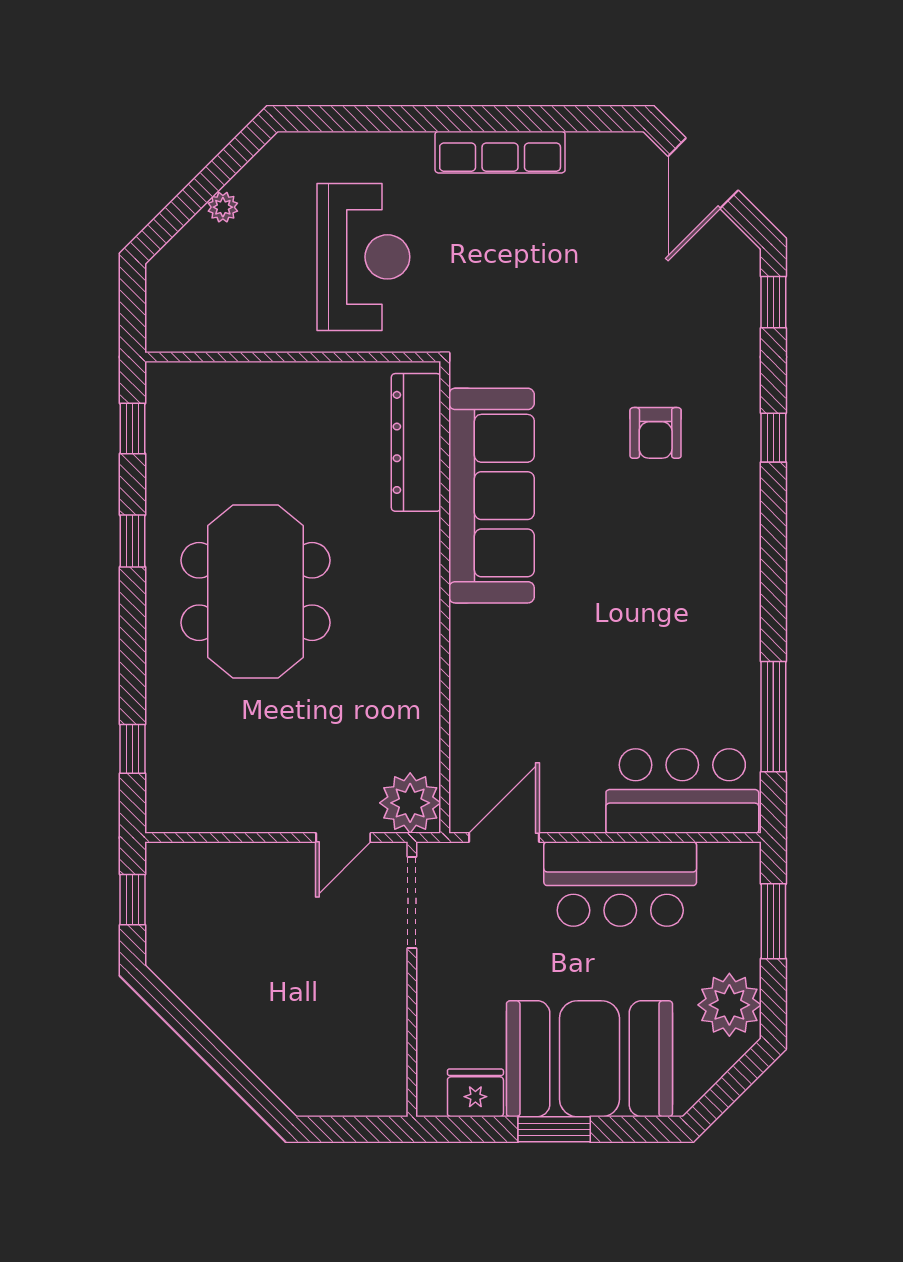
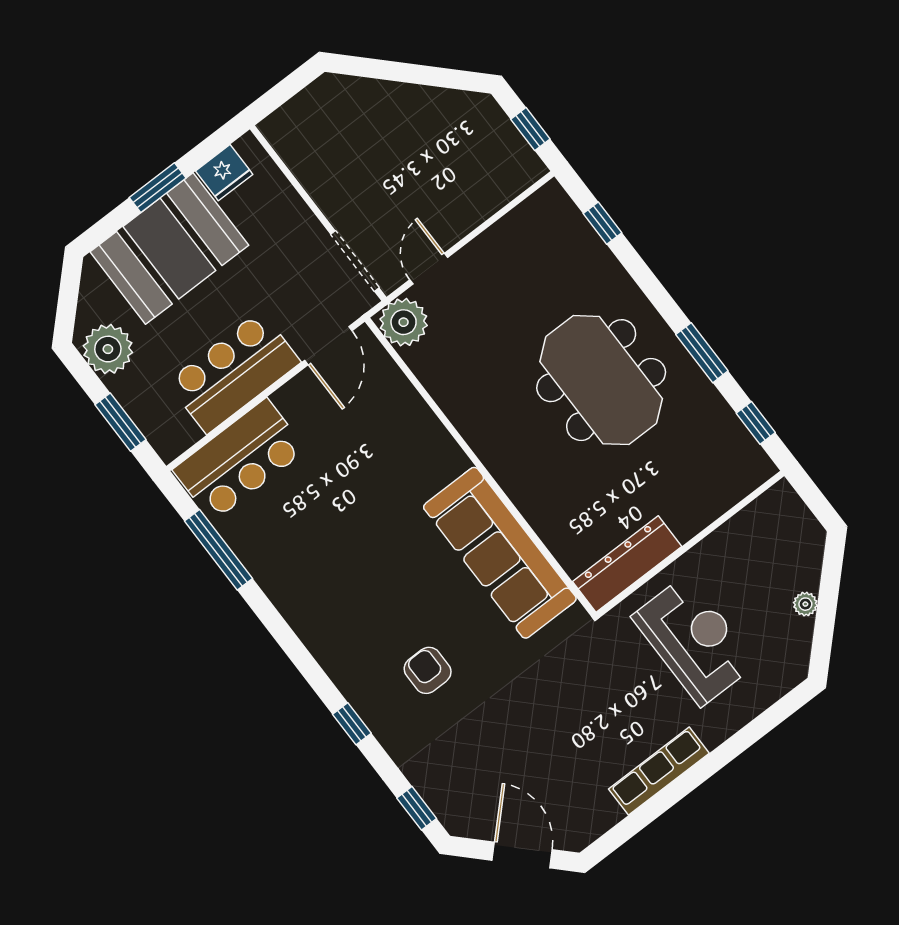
reception desk: (363, 257) -> (694, 640), turned 180
dresser: (416, 442) -> (627, 564), moved, turned -90
window: (133, 541) -> (702, 353), width x1.50

